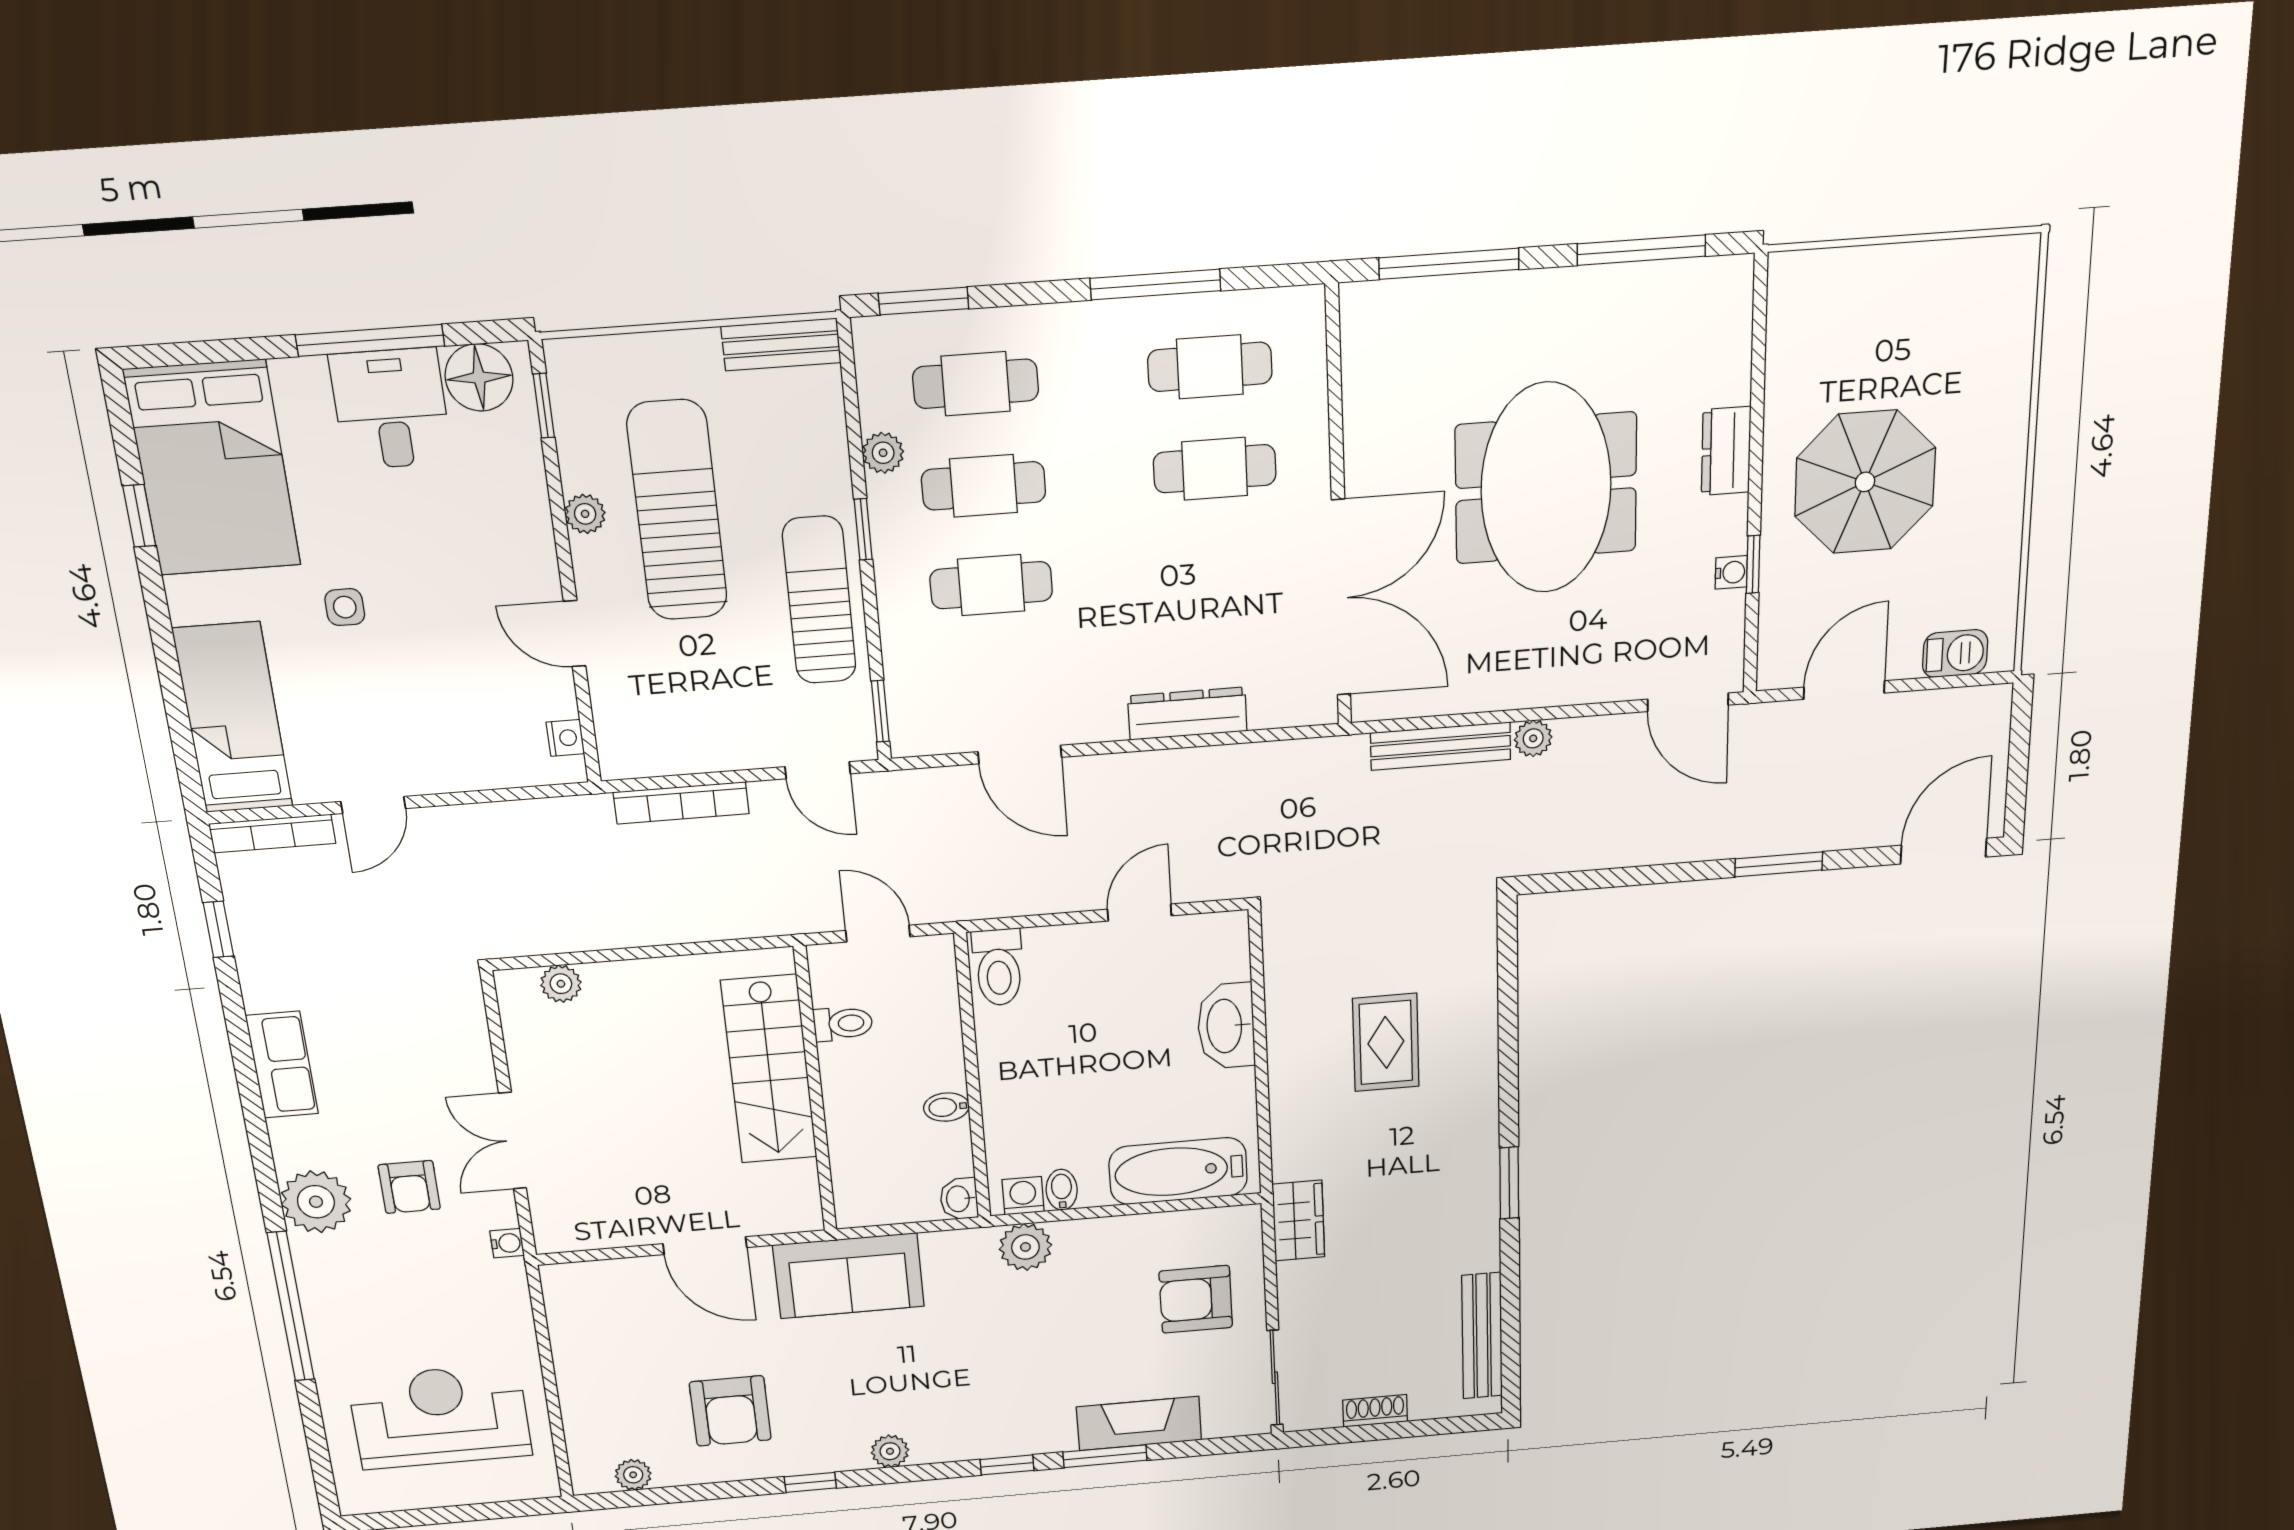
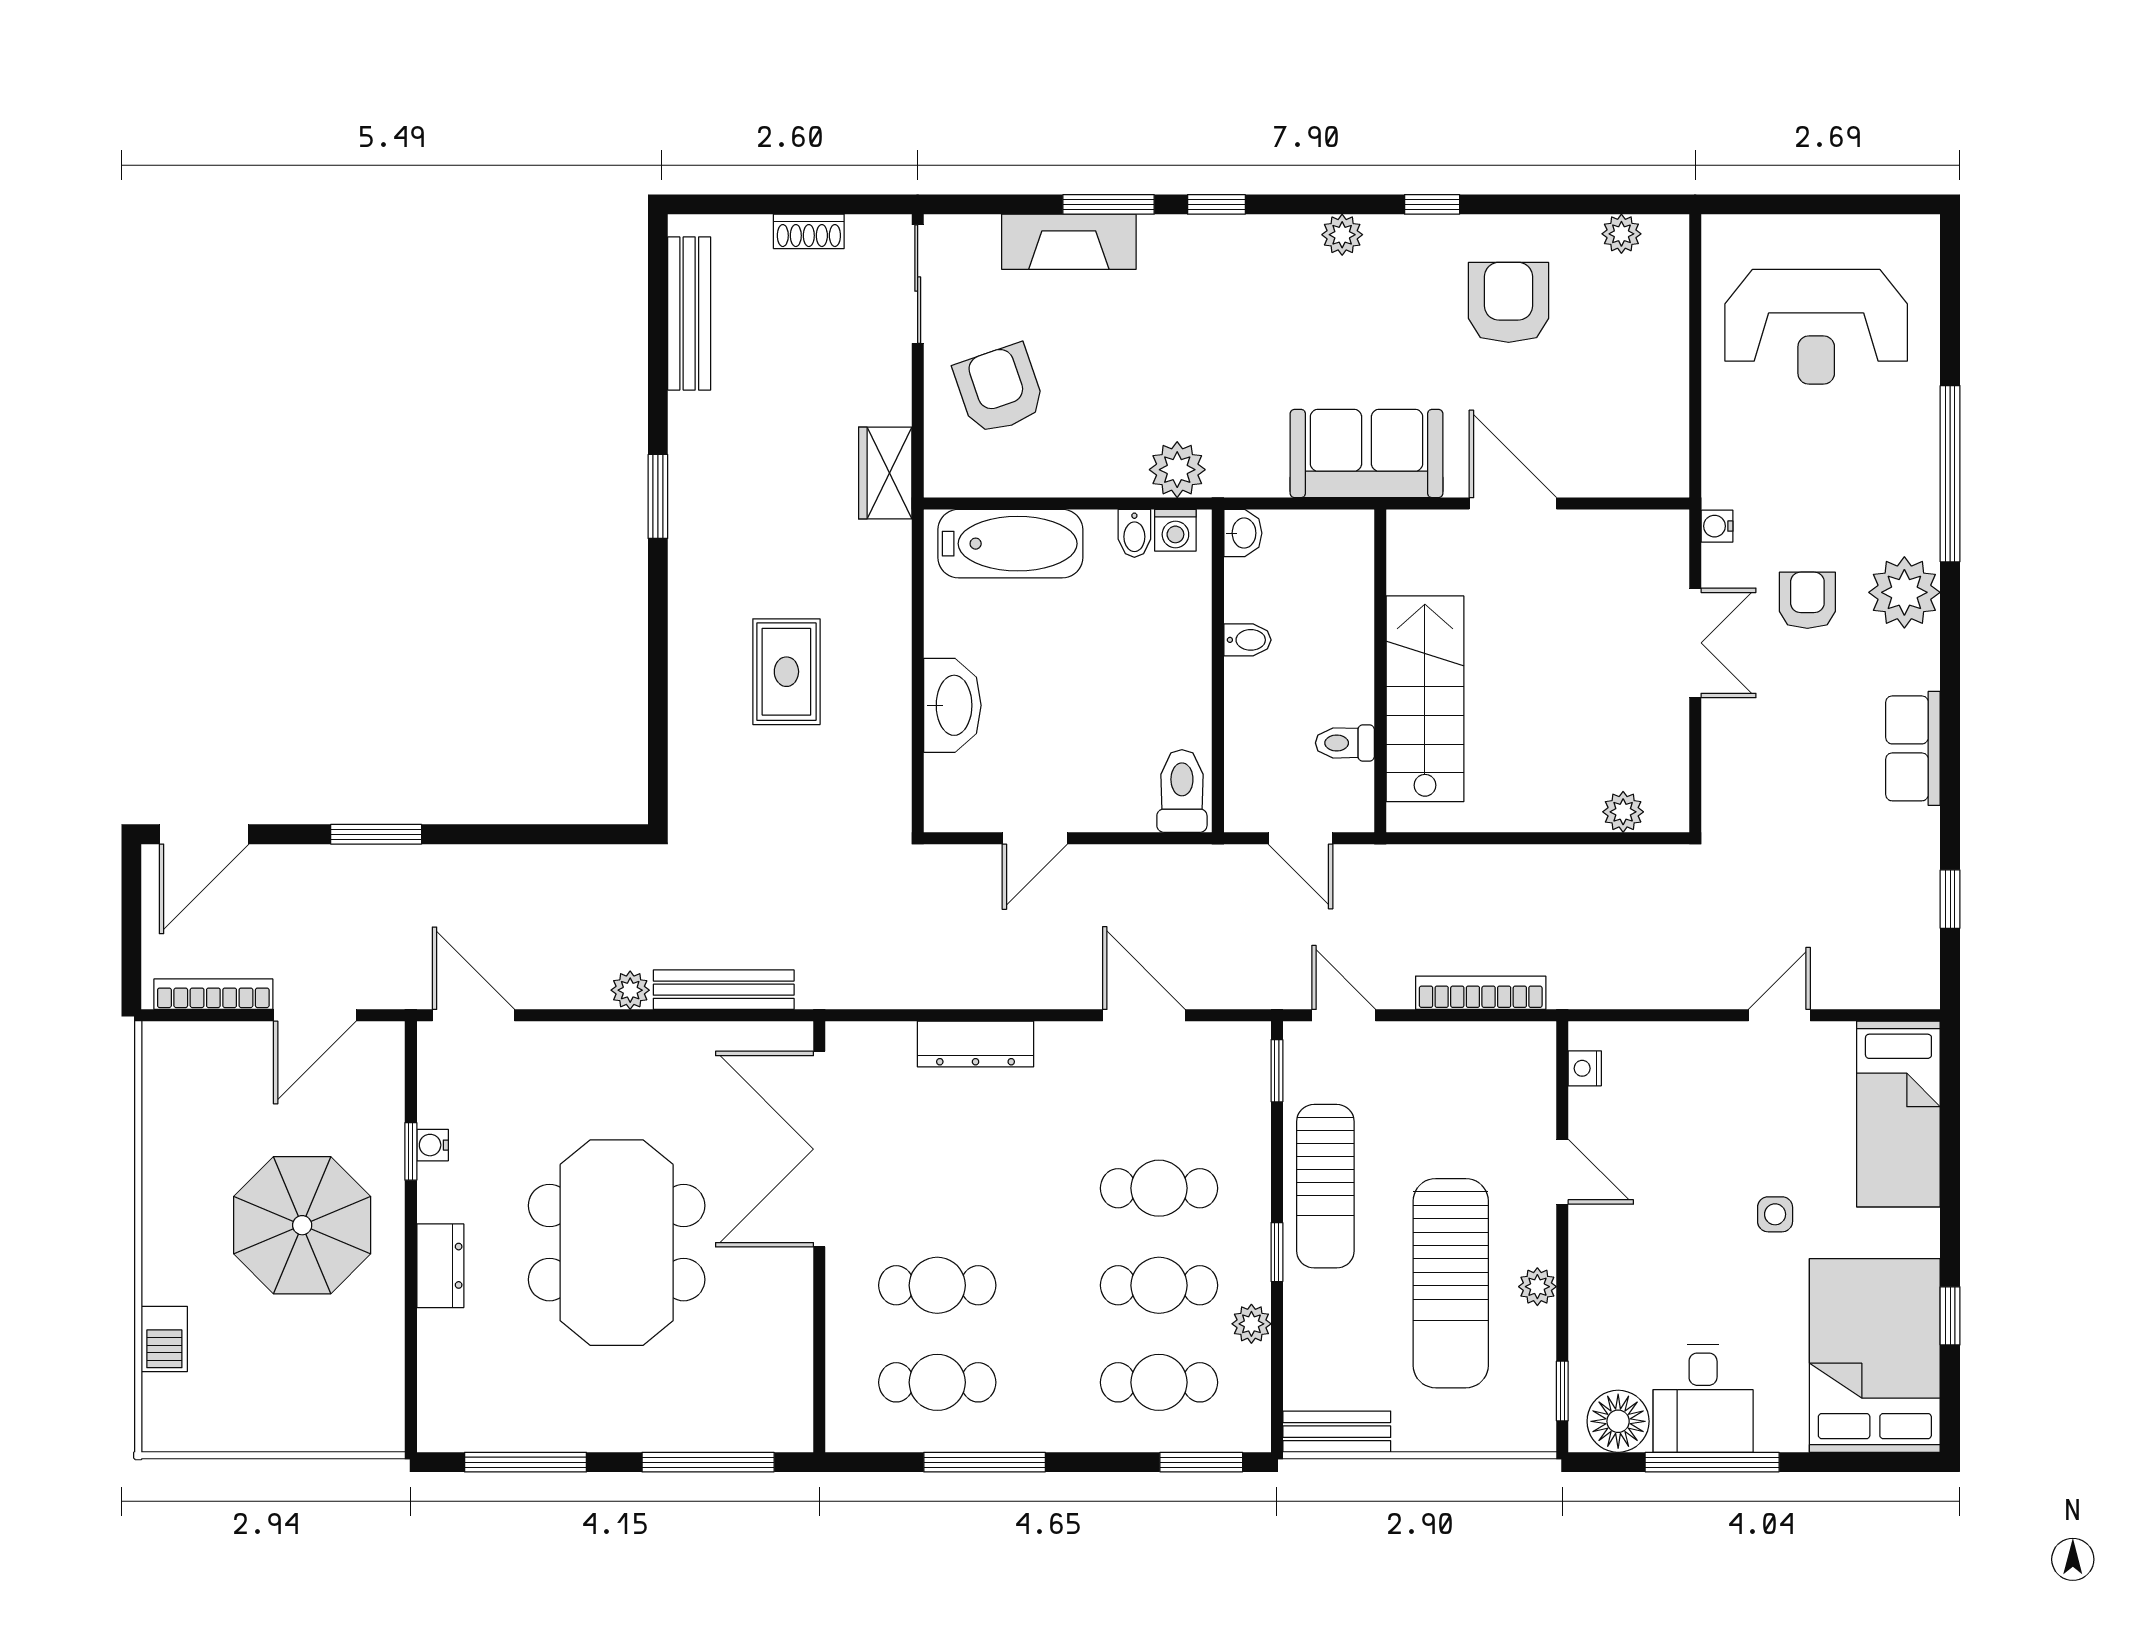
barbecue: (1955, 654) -> (164, 1339), moved, turned -90
bookcase: (272, 834) -> (213, 994), moved
armchair: (1196, 1299) -> (999, 389), turned -109

